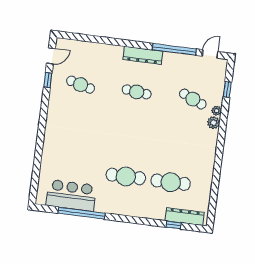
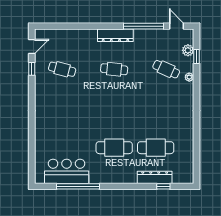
door: (210, 54) -> (177, 26), hinge flipped
plant: (214, 123) -> (188, 50), moved
dresser: (185, 217) -> (155, 177), moved

